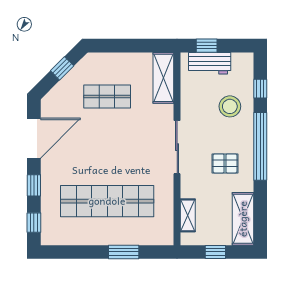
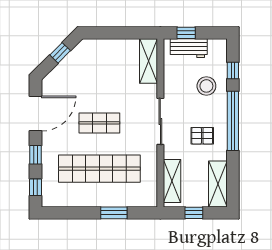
shop shelf: (107, 96) -> (99, 123), moved
shelving: (188, 215) -> (172, 181), width x1.50, depth x1.33

